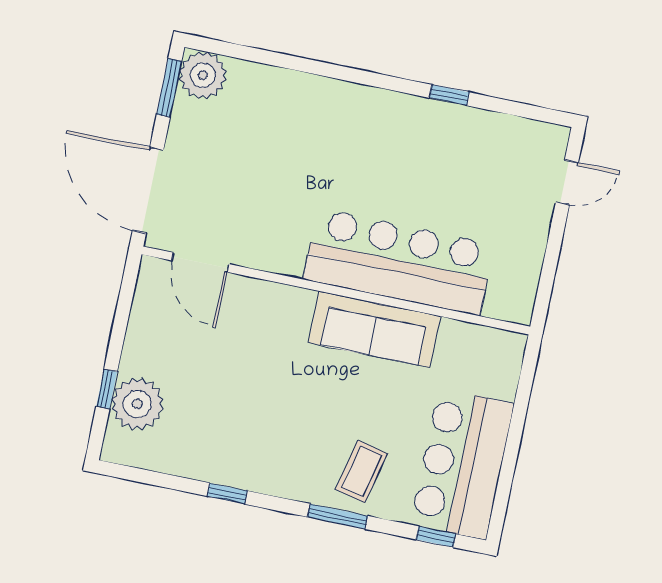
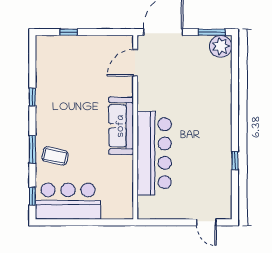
sofa: (374, 329) -> (121, 126), moved
plant: (137, 404) -> (65, 47), removed

